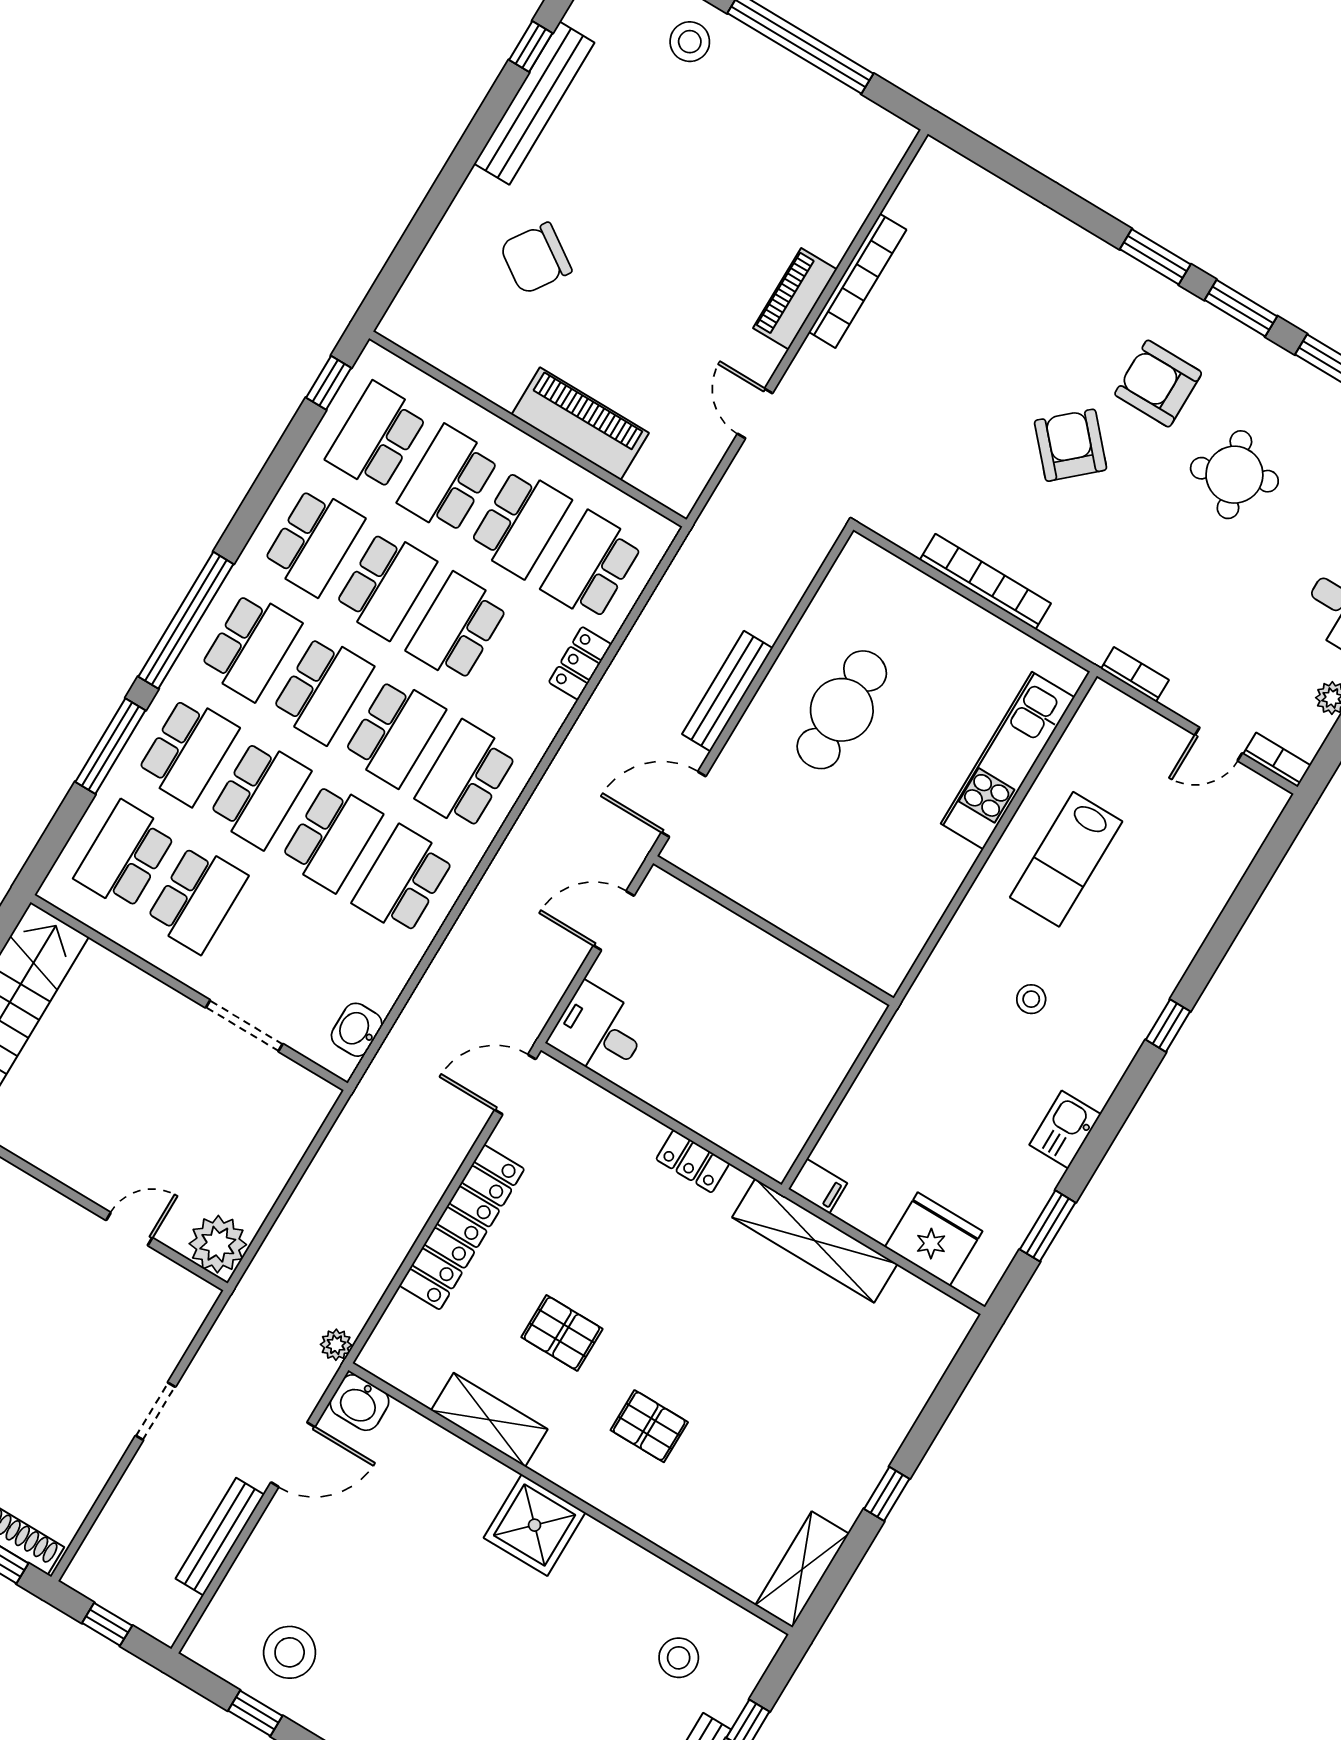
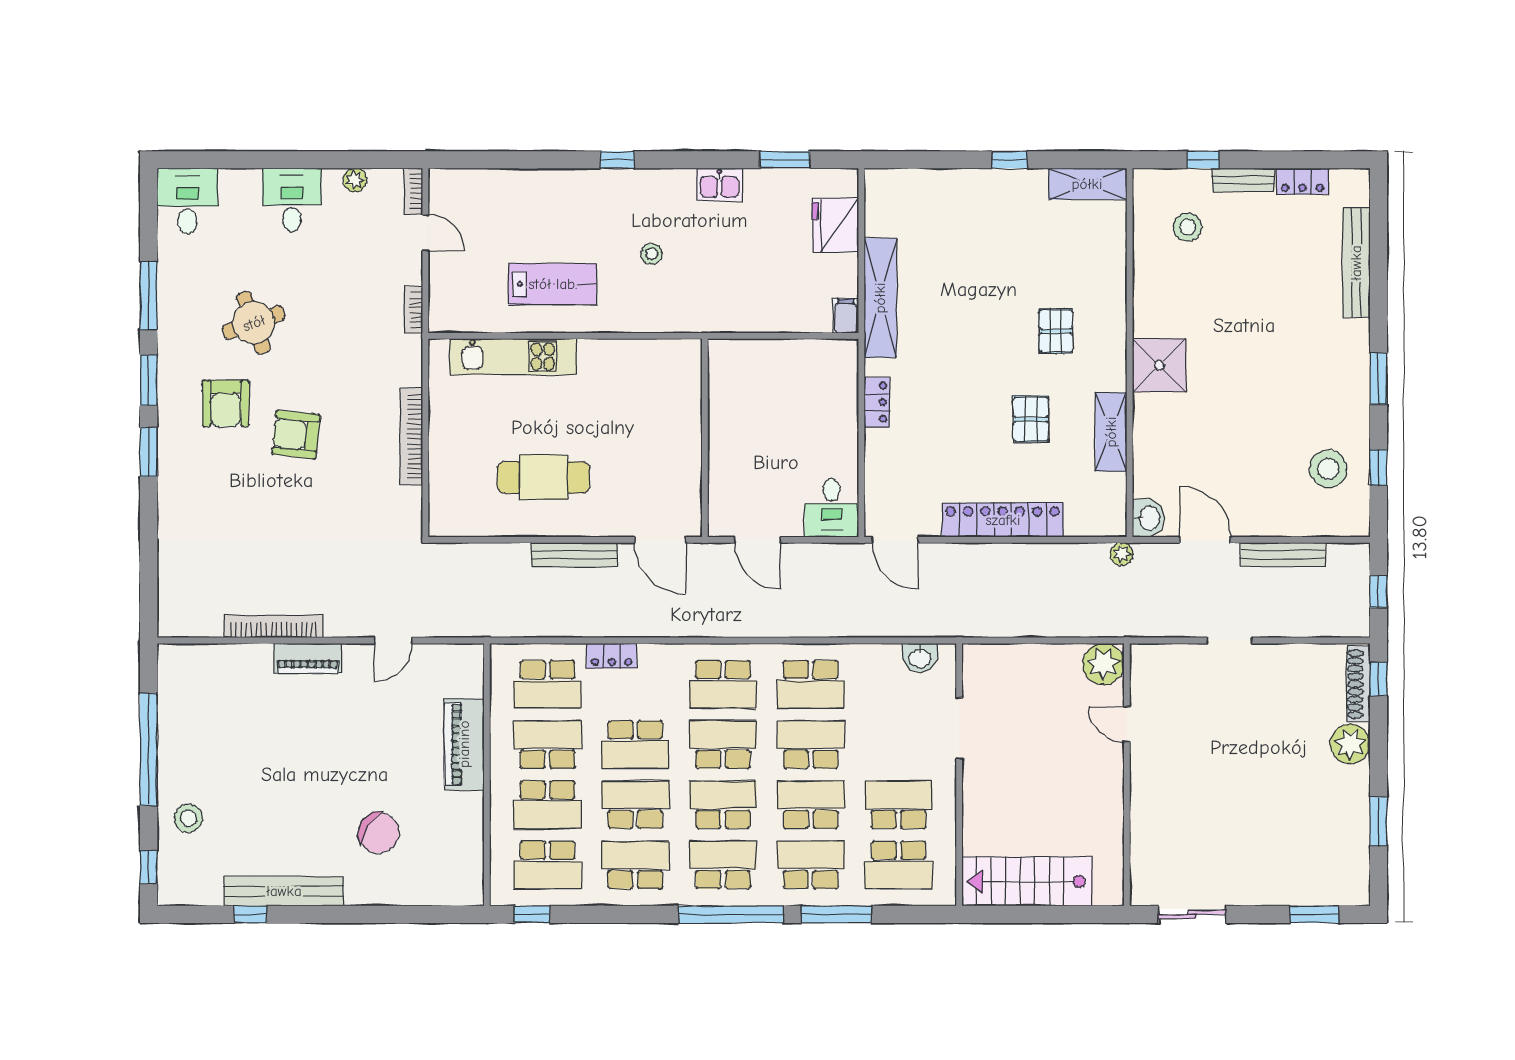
armchair: (1071, 445) -> (296, 434), turned 48

